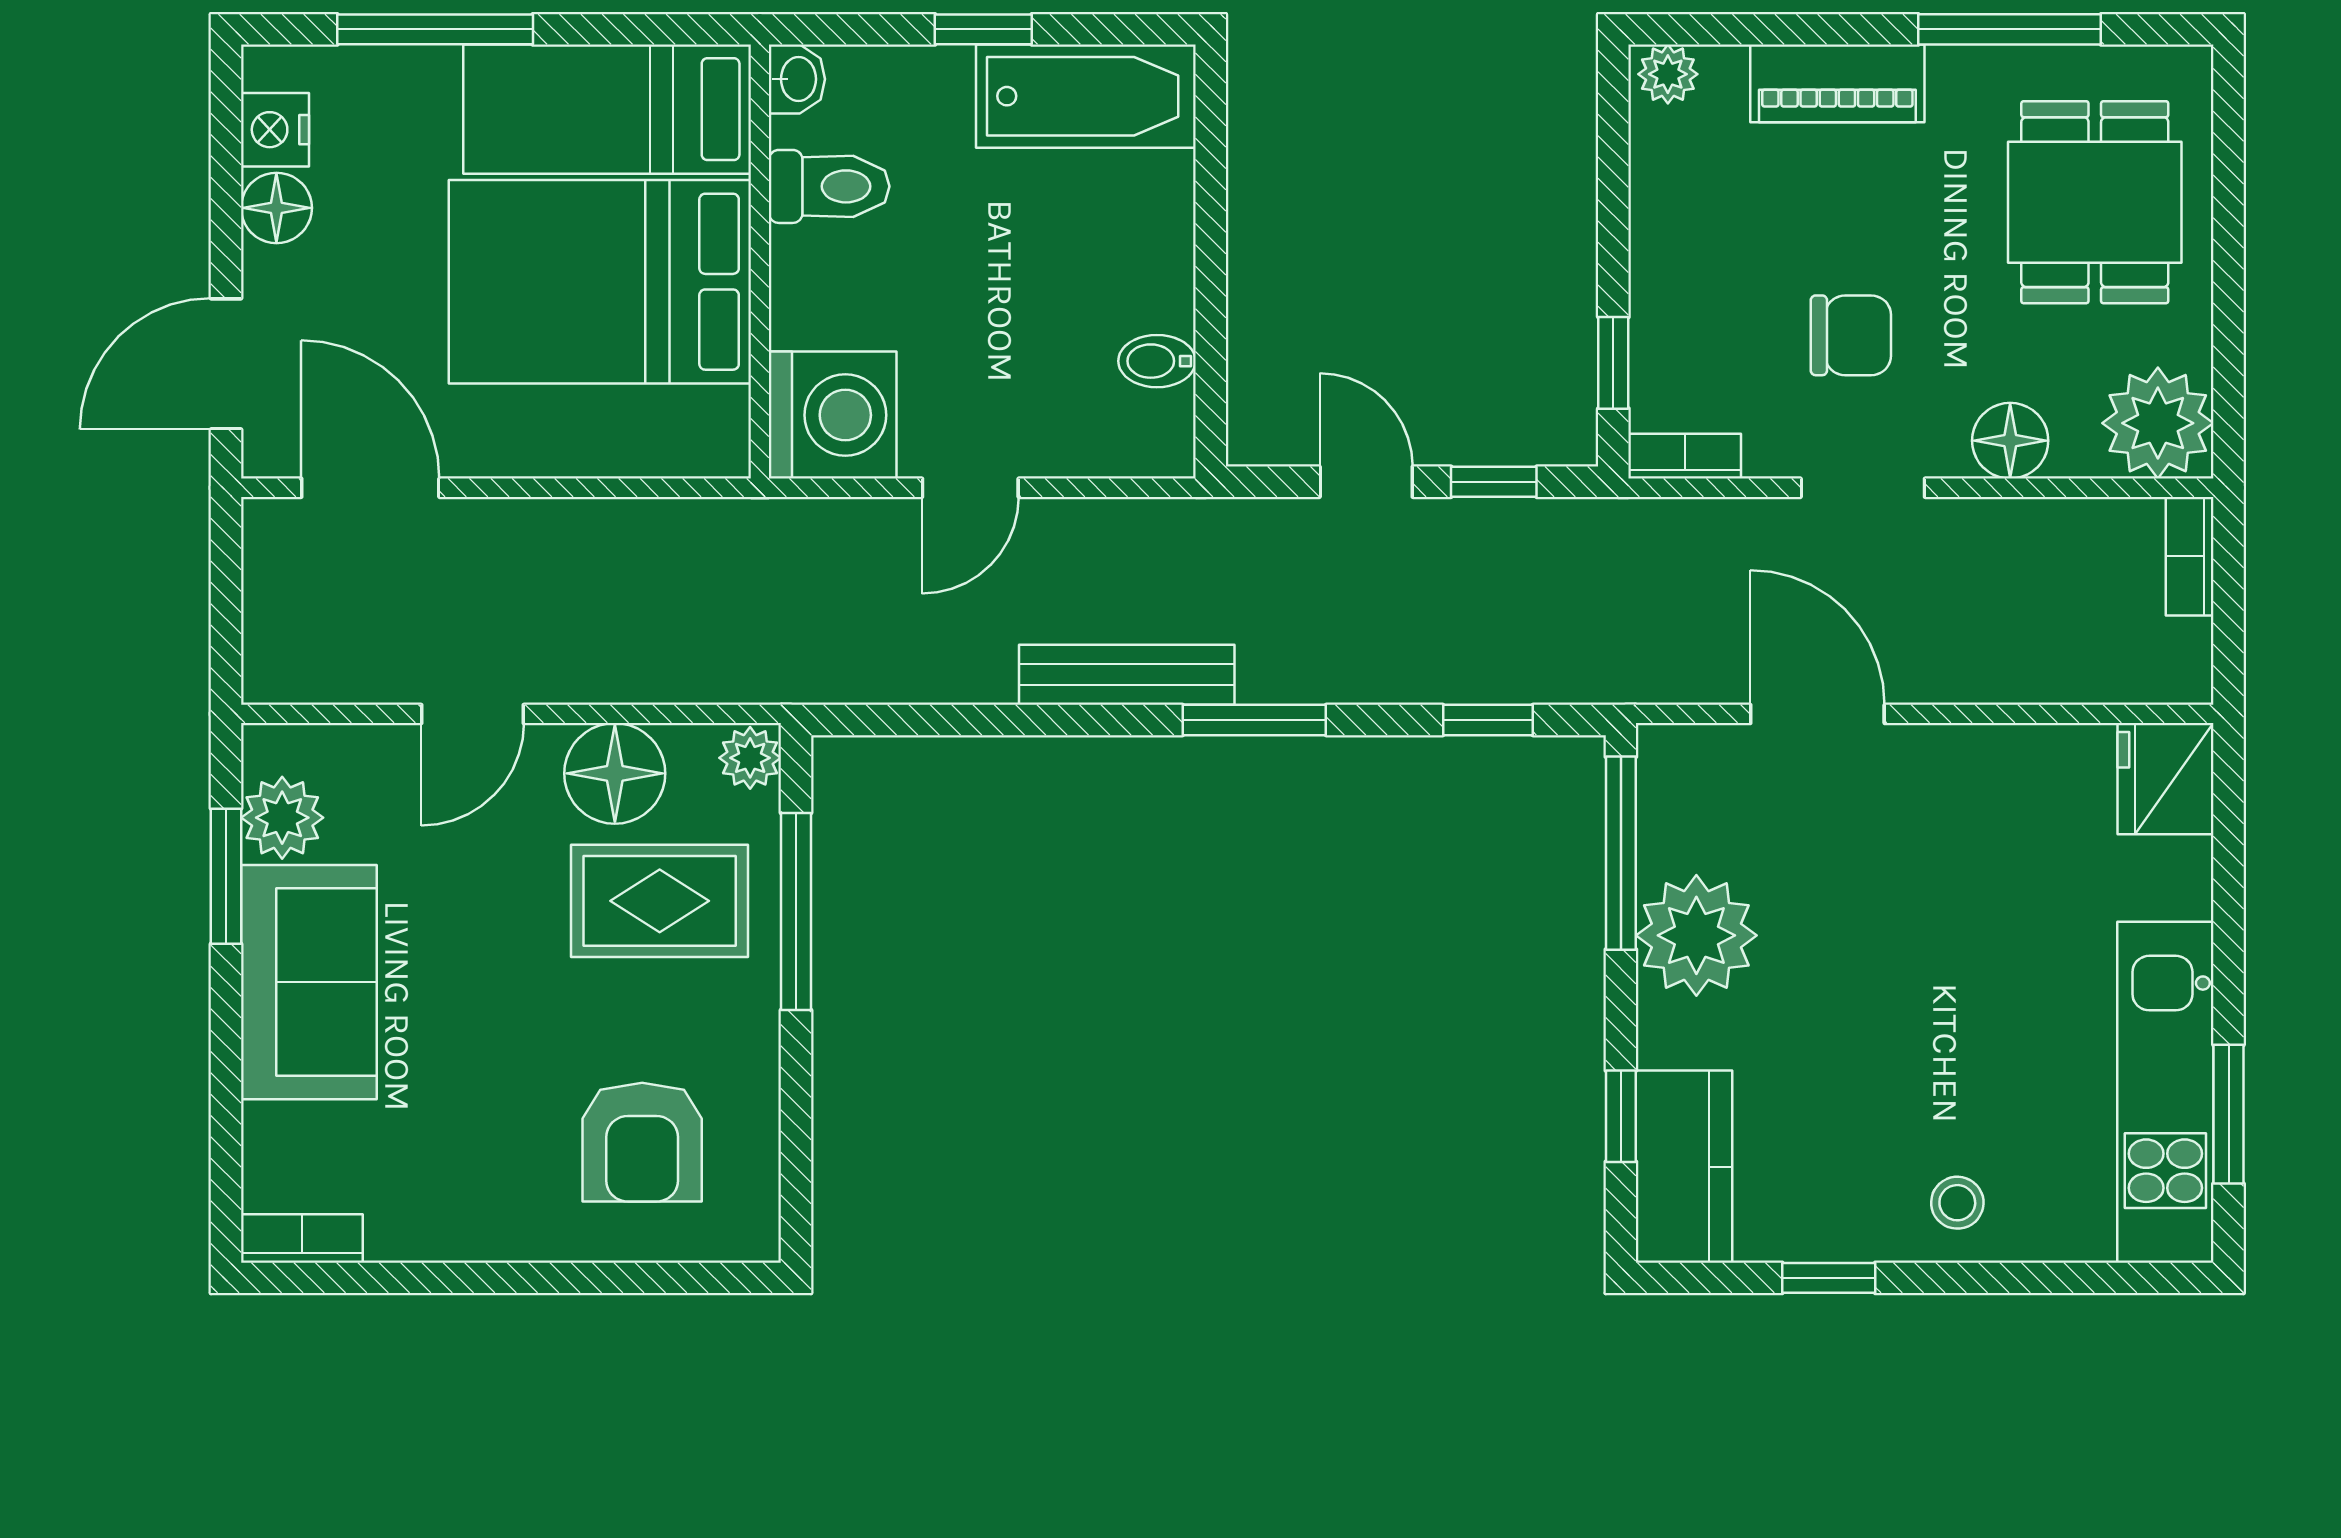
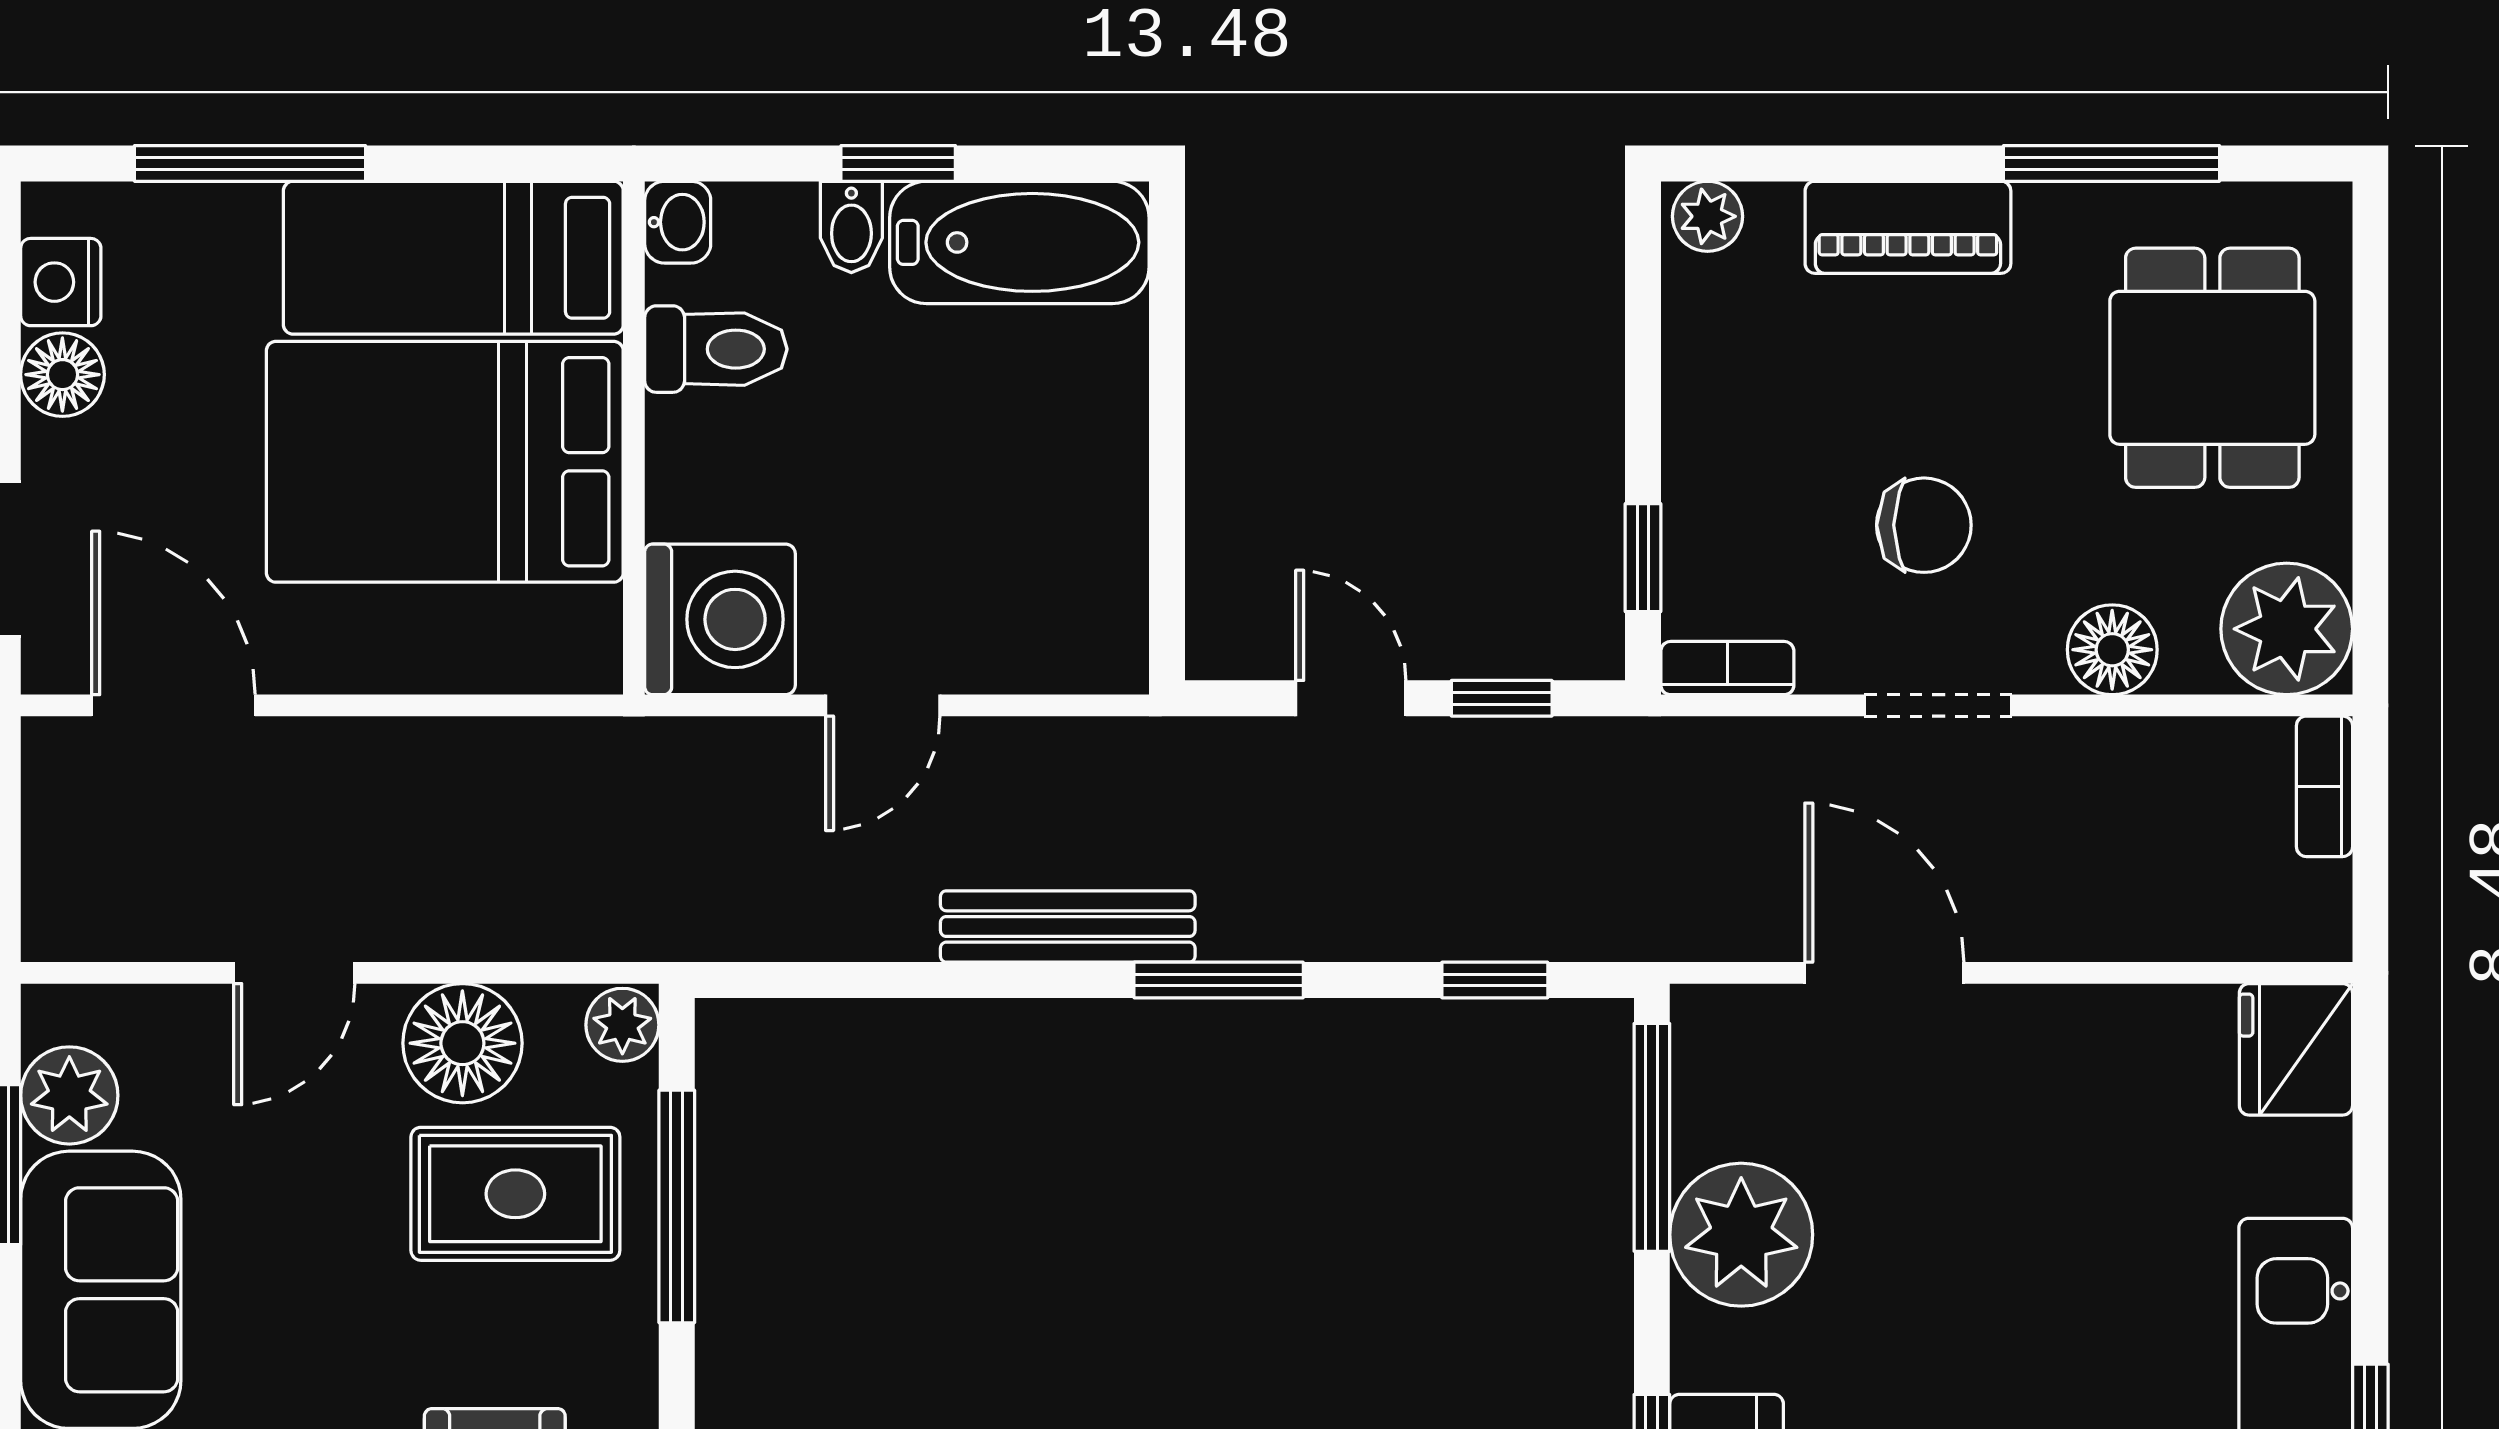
bidet: (1157, 361) -> (851, 227), moved, turned -90

